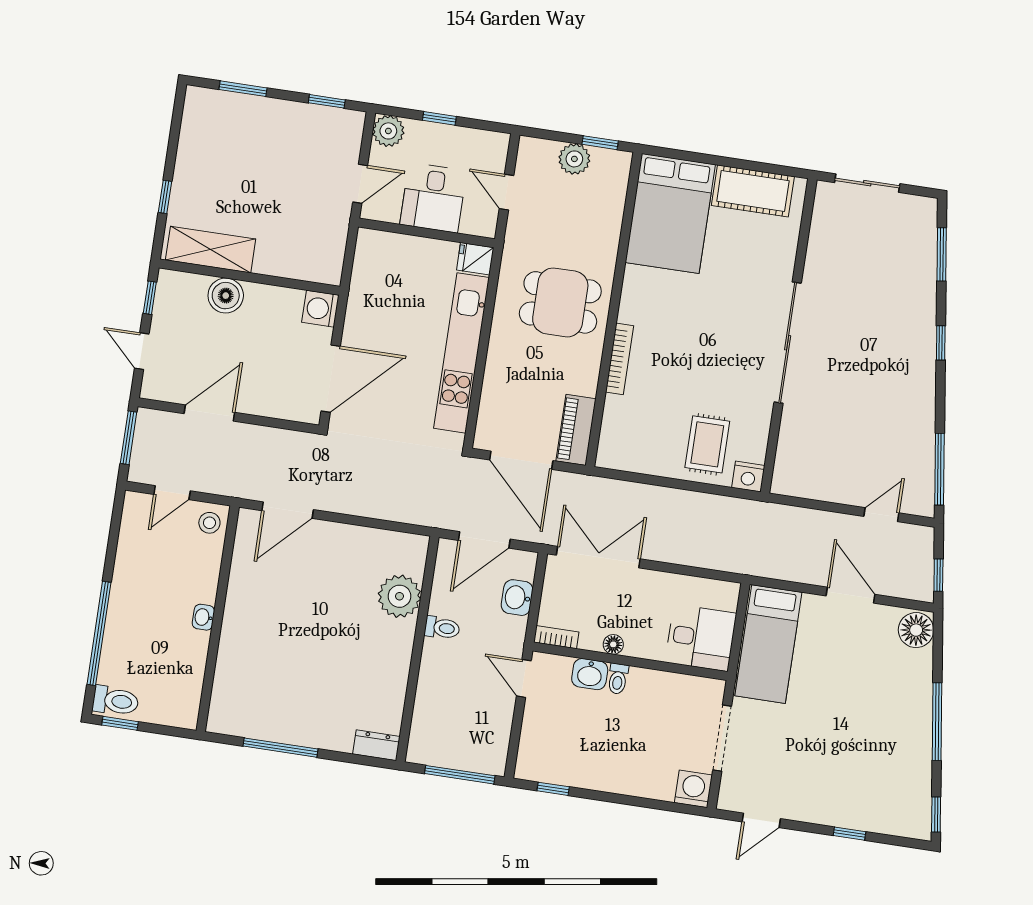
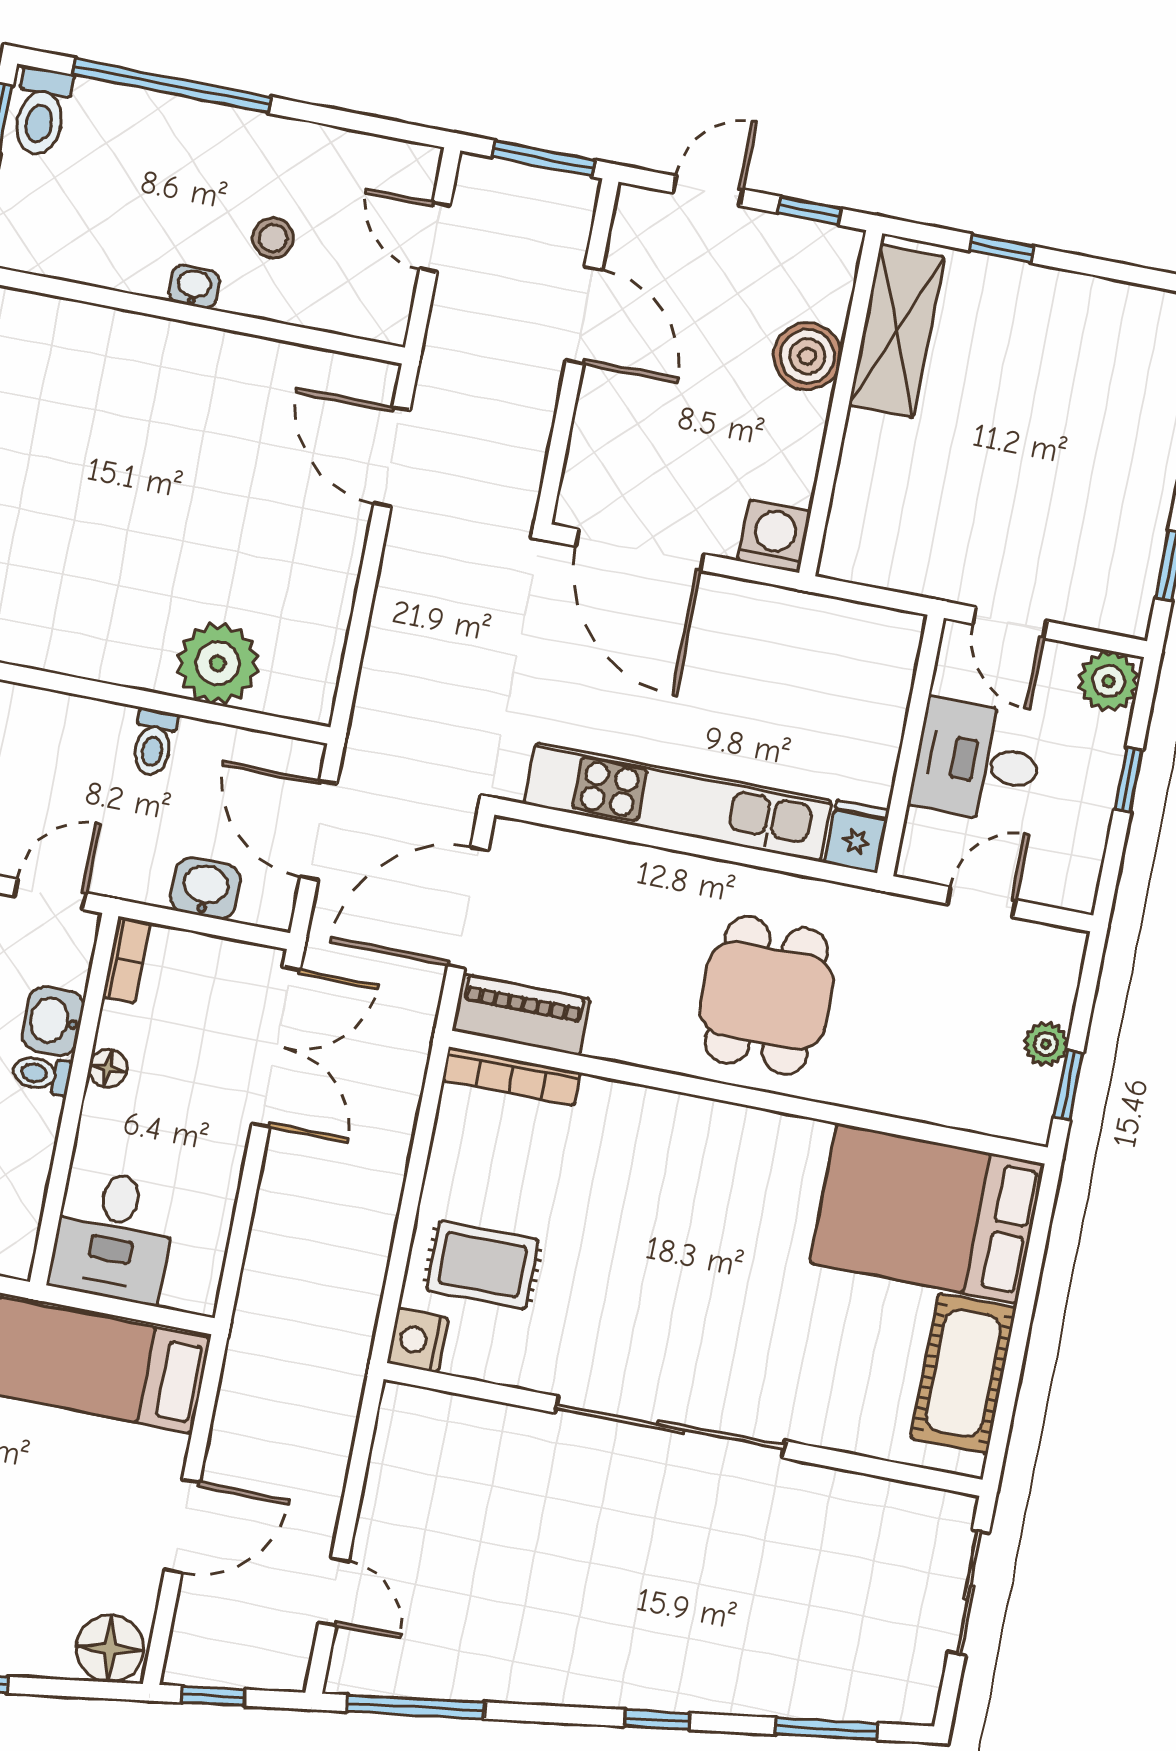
plant: (574, 159) -> (1046, 1044), width x0.73, depth x0.73
bookcase: (620, 359) -> (511, 1076), moved
stool: (209, 523) -> (273, 238), moved

